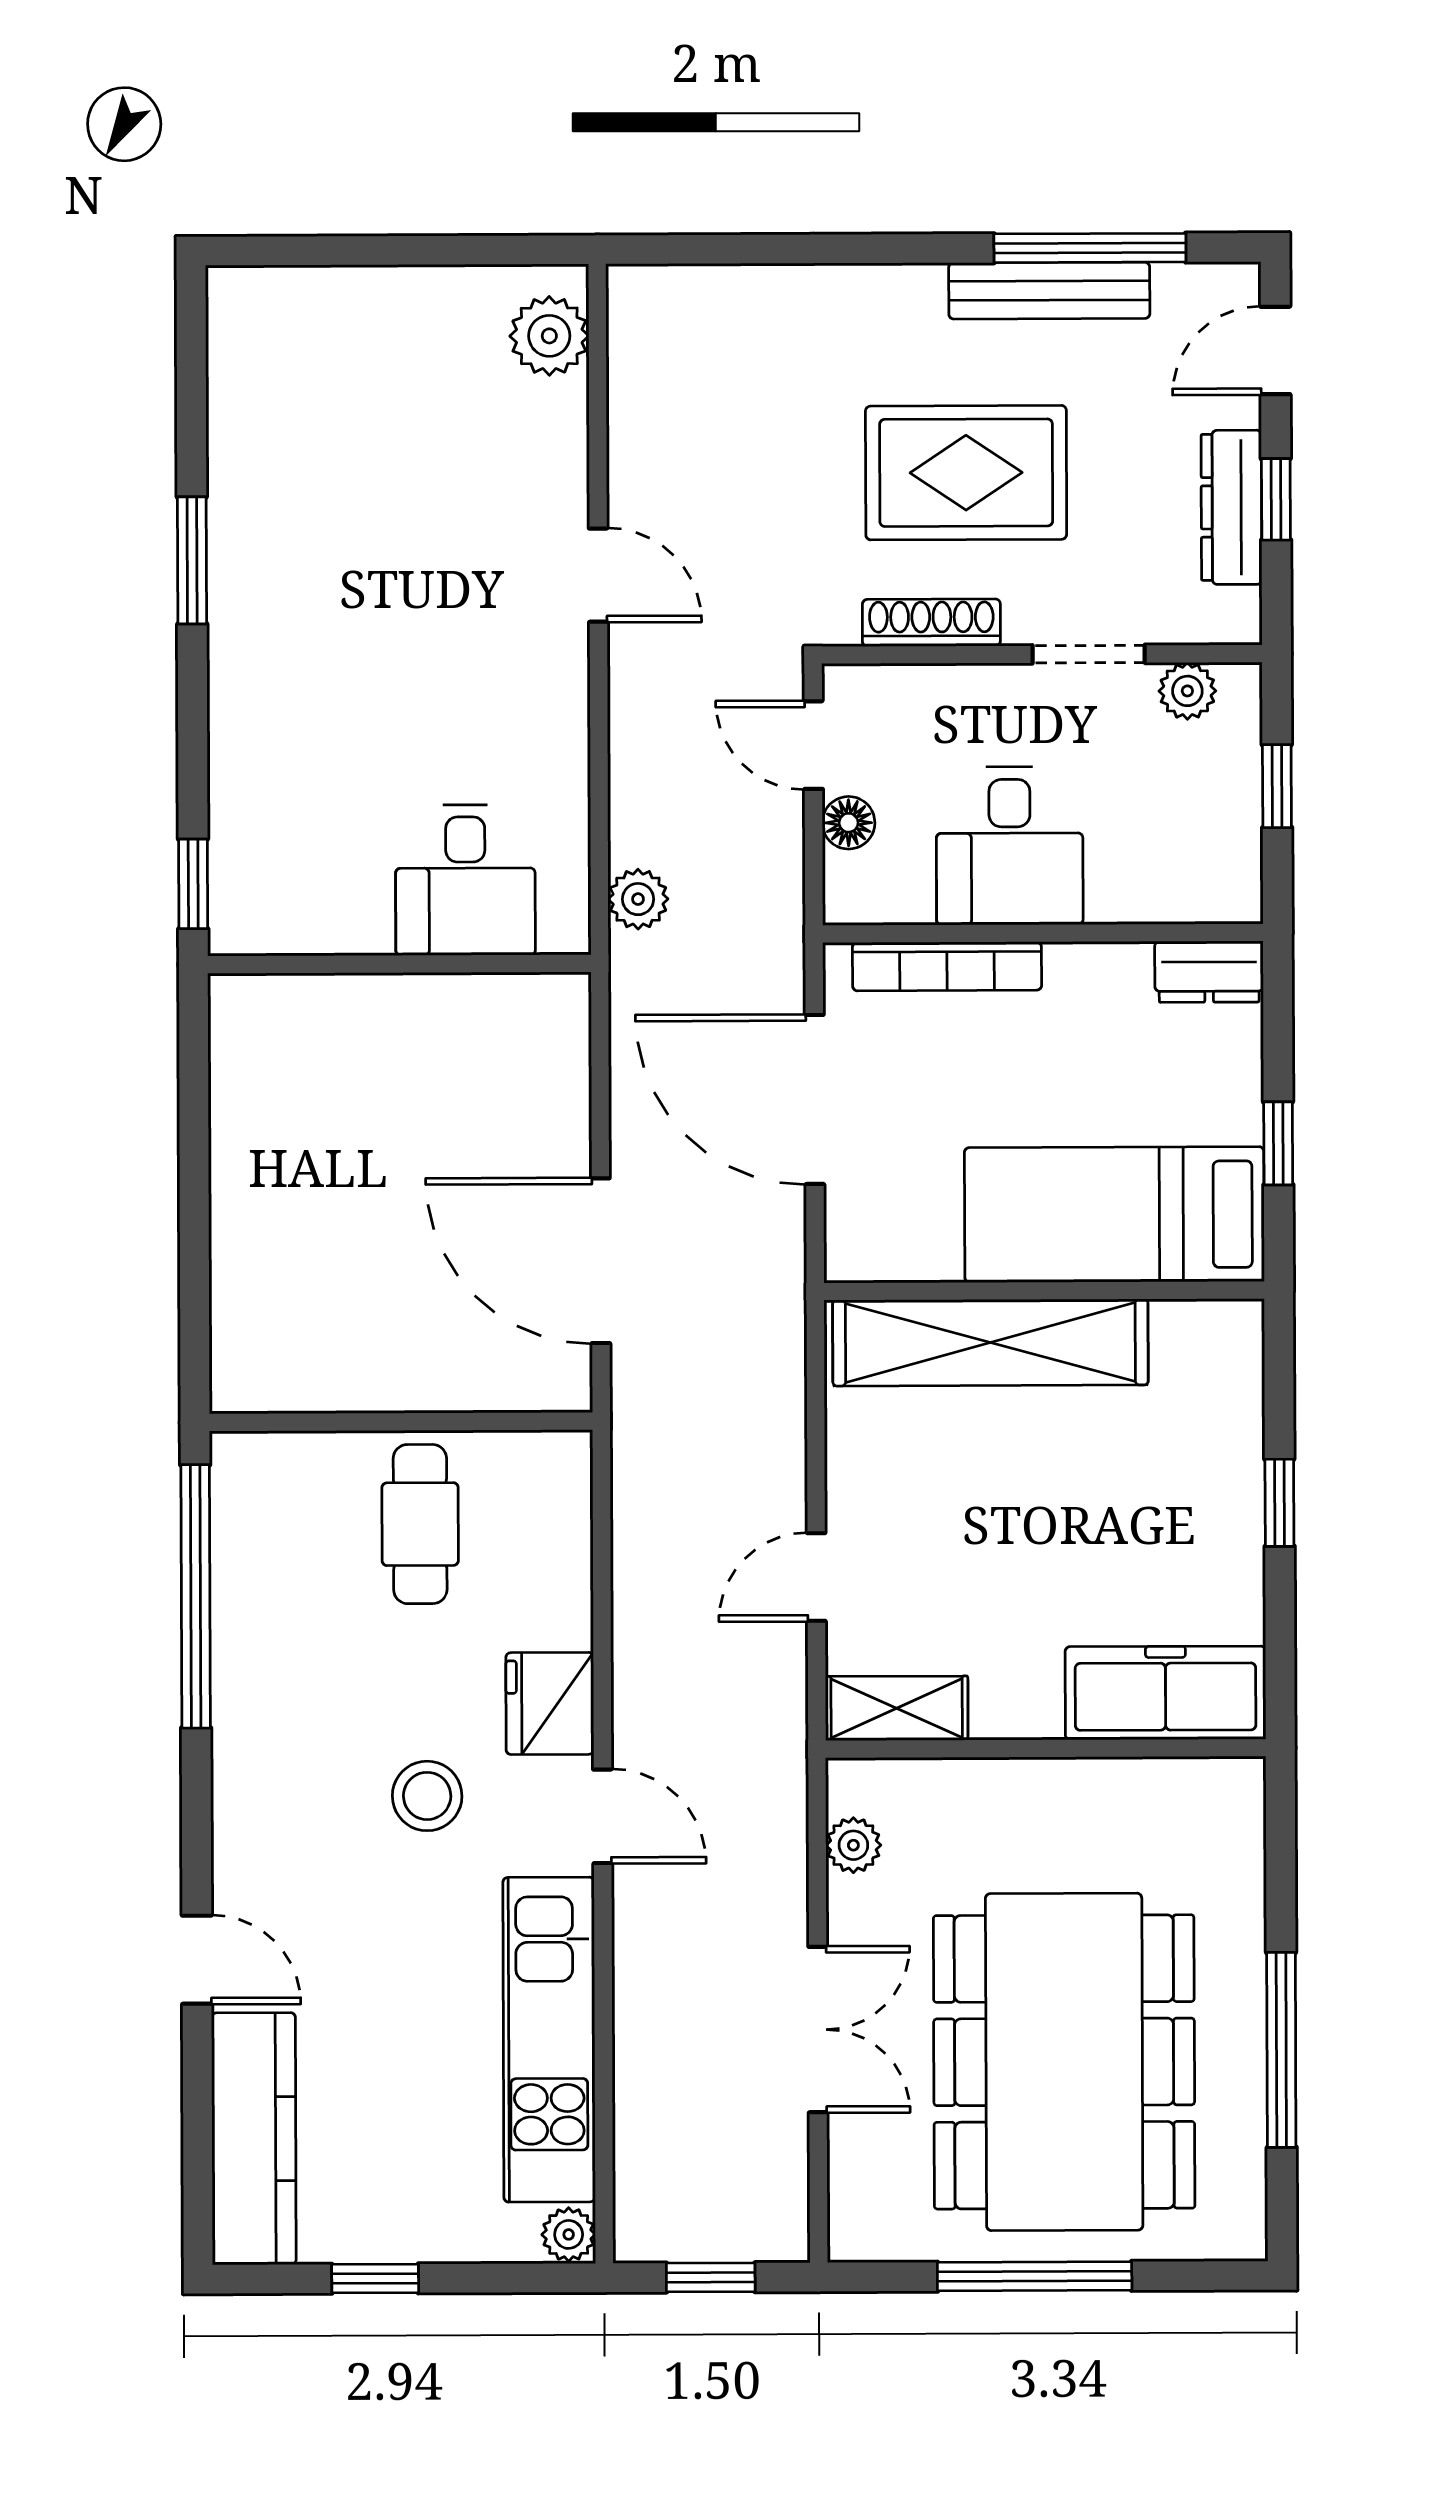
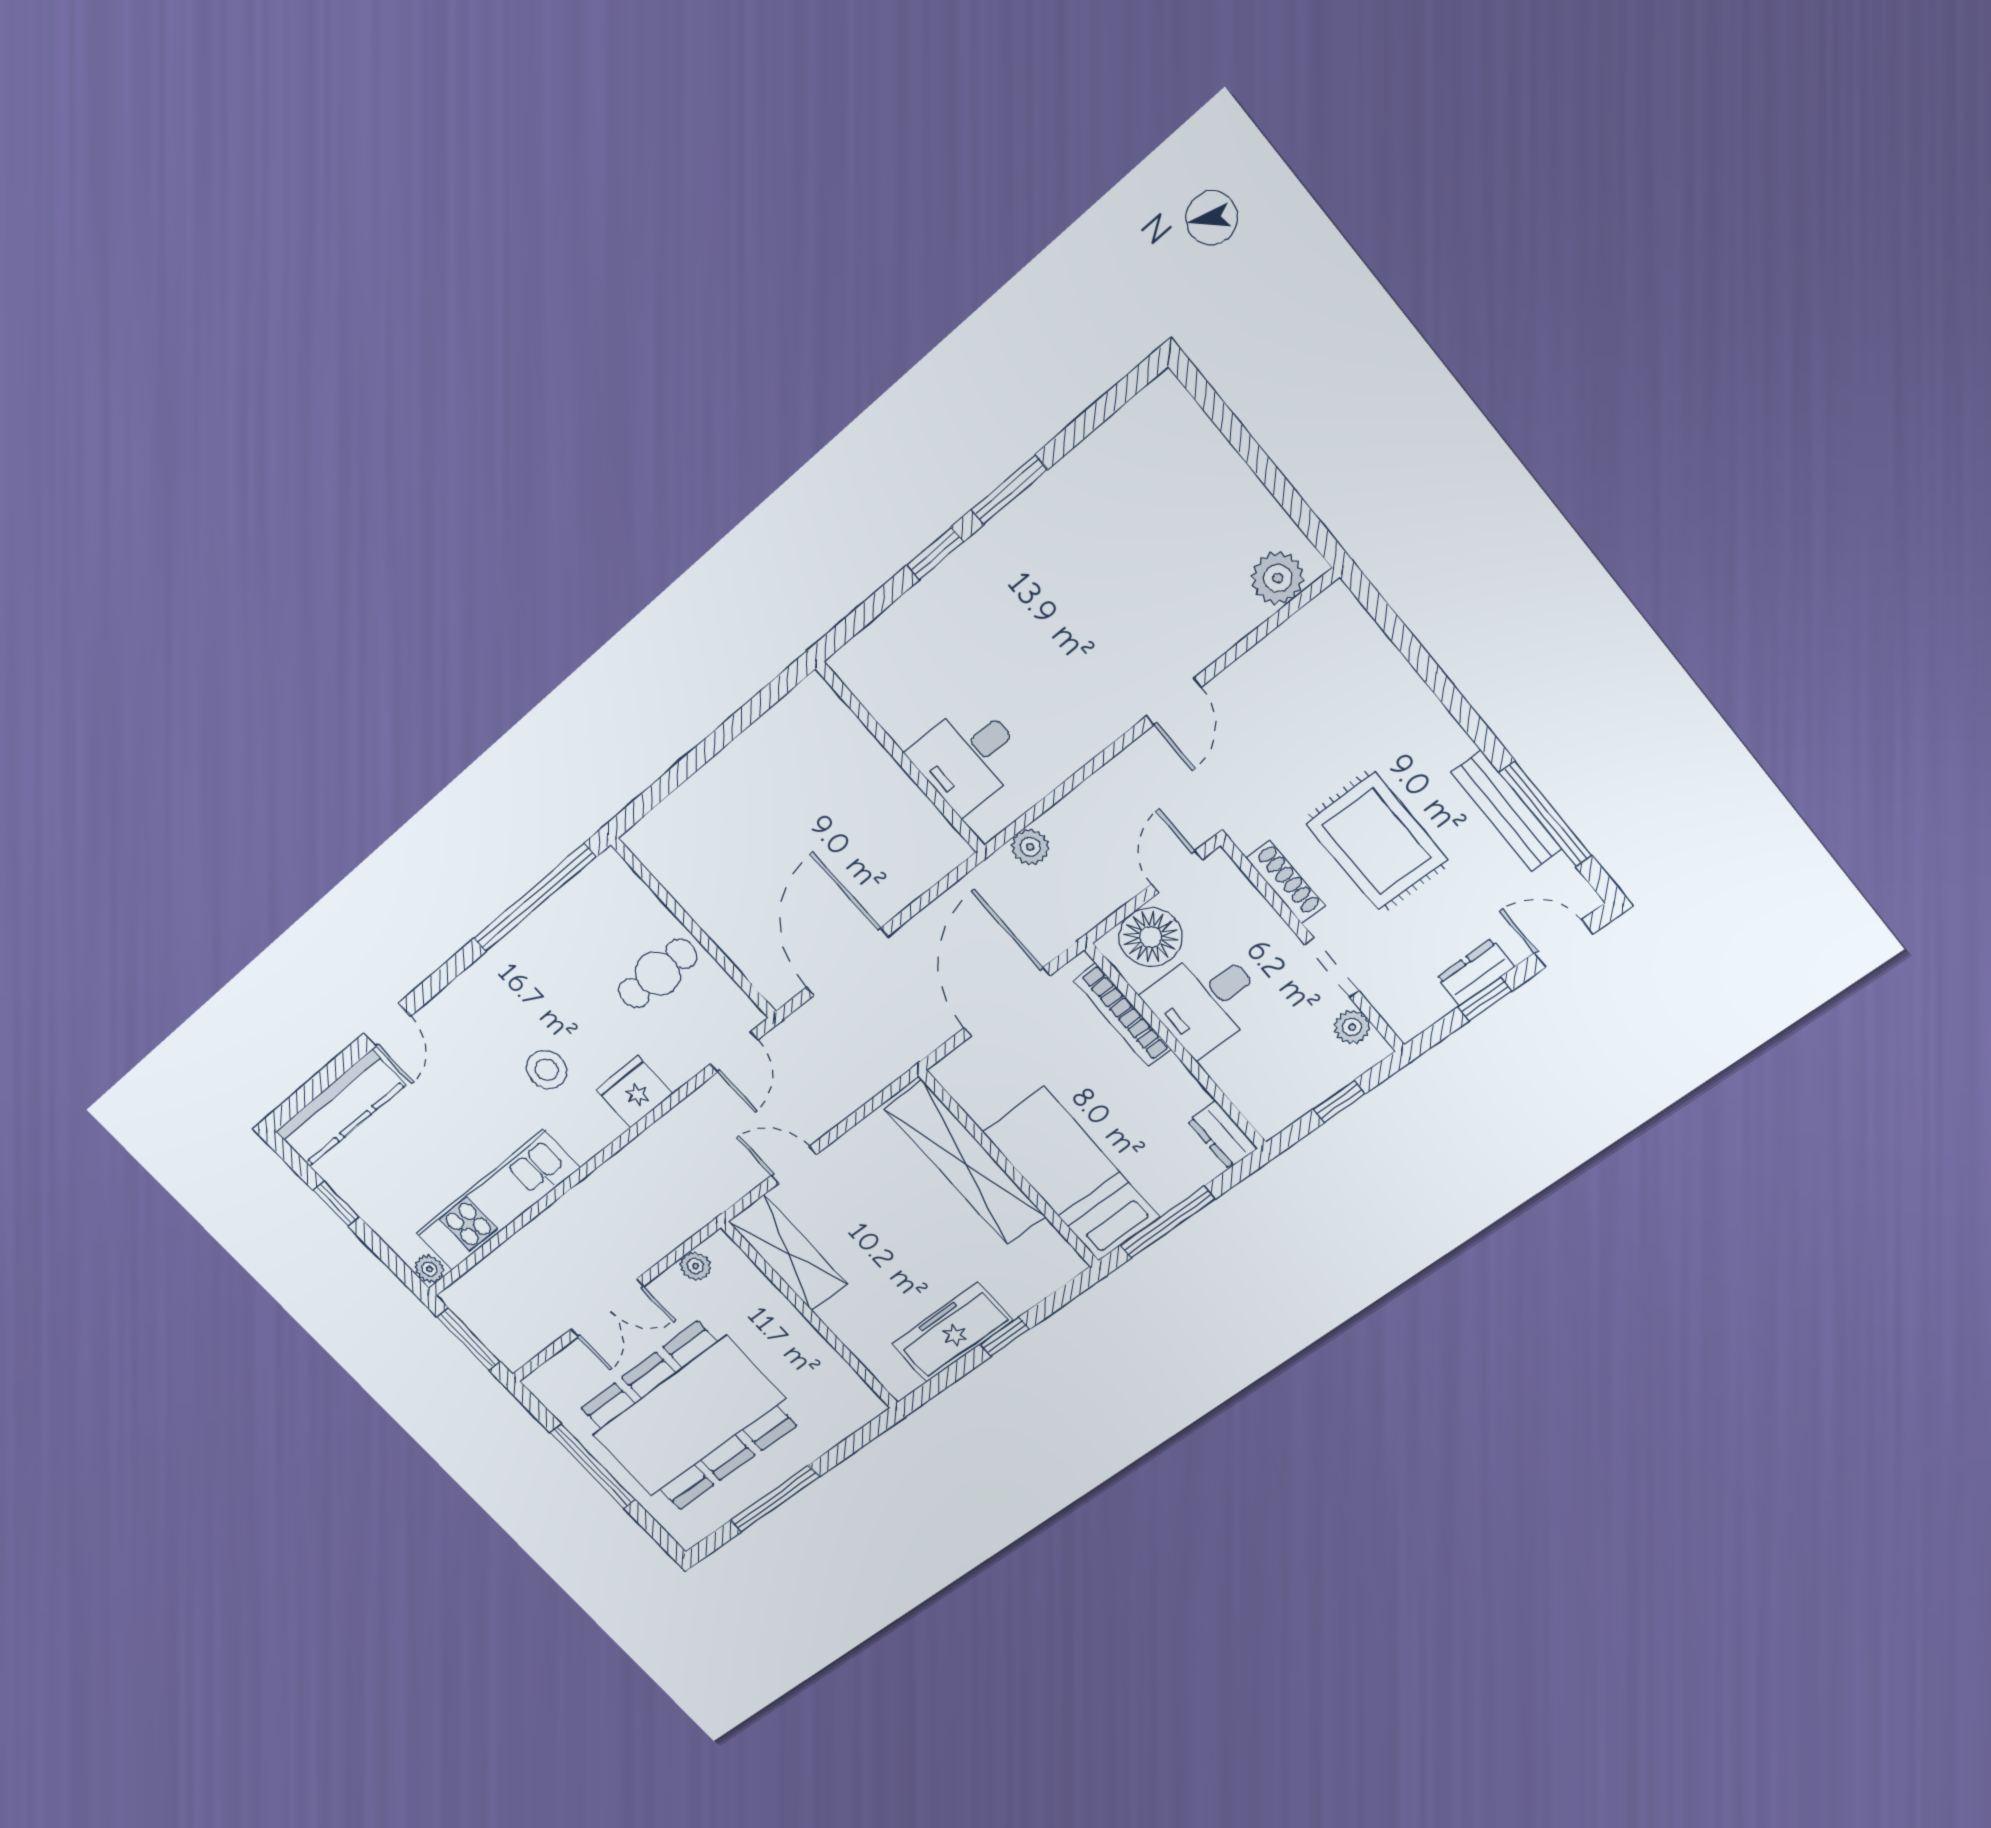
dresser: (1231, 507) -> (1476, 972), width x0.70
floor lamp: (849, 823) -> (1151, 937), width x1.89, depth x1.89
window: (193, 884) -> (935, 554), moved
window: (1278, 1143) -> (1167, 1222), width x2.17
freezer: (1166, 1693) -> (952, 1333), moved, turned -90
shelving: (897, 1708) -> (788, 1253), width x1.50, depth x1.33
door: (603, 1816) -> (734, 1052), moved
window: (711, 2277) -> (469, 1339), width x1.50

